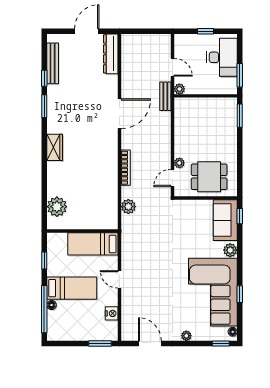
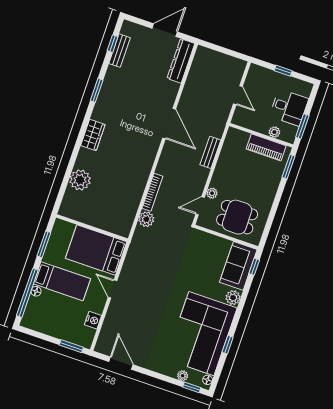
desk: (222, 57) -> (289, 107), width x0.73
bench: (53, 63) -> (120, 51), width x0.73
window: (44, 78) -> (113, 44), moved
plant: (179, 89) -> (274, 132), moved
bench: (165, 96) -> (210, 152), moved
piano: (214, 105) -> (266, 147), added
door: (119, 114) -> (169, 124), hinge flipped
bookcase: (126, 168) -> (152, 192), moved
plant: (57, 207) -> (80, 180), moved
bed: (93, 244) -> (96, 250), width x1.50
window: (44, 261) -> (44, 244), width x1.50
plant: (186, 336) -> (183, 376), moved

